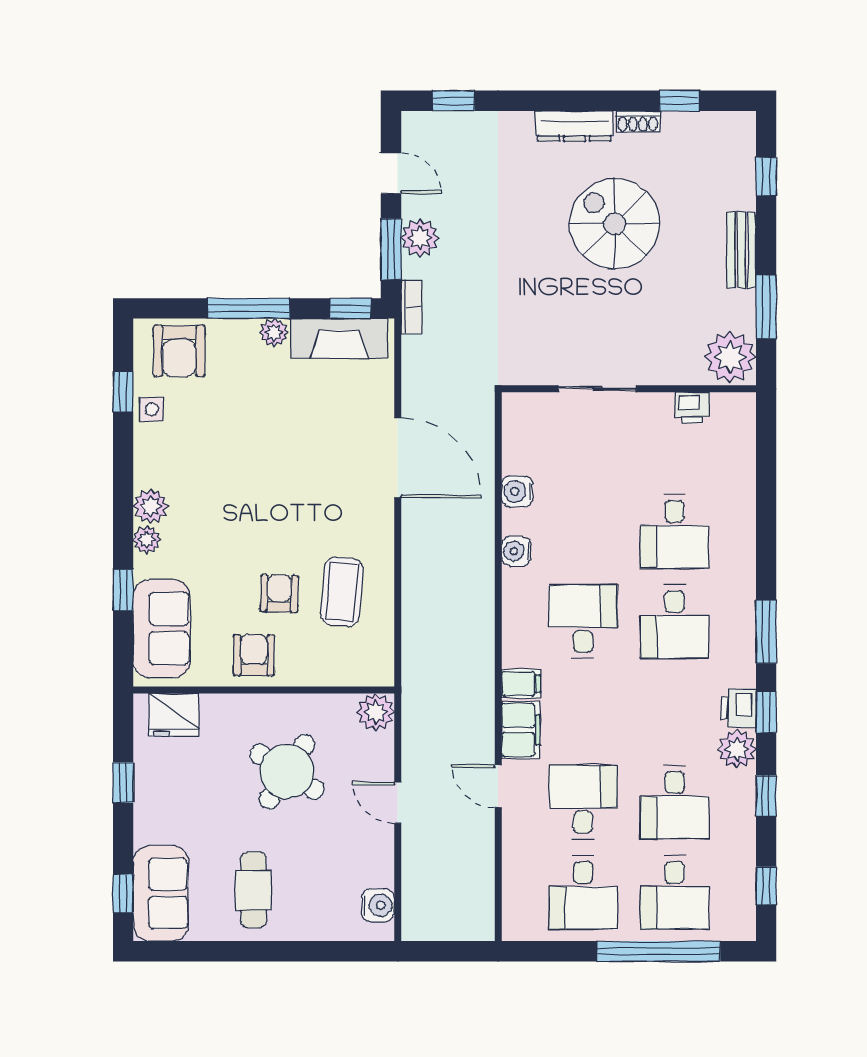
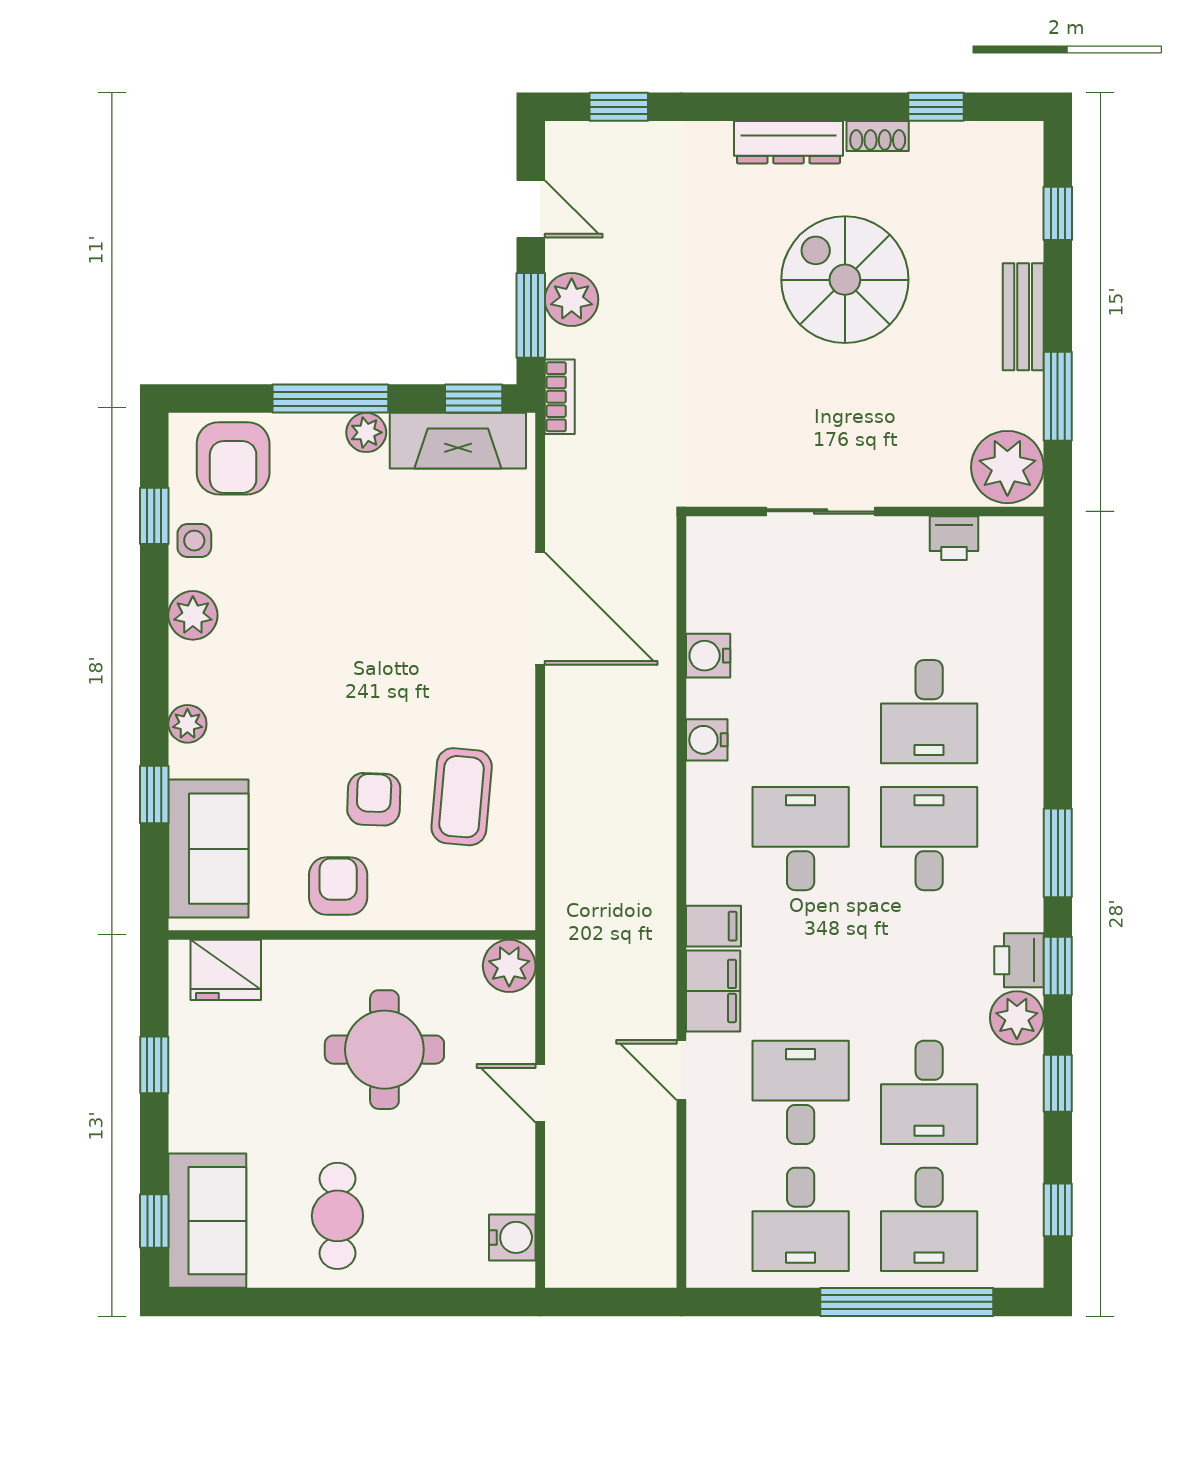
plant: (151, 506) -> (193, 615), moved
desk: (674, 621) -> (929, 839), turned 180
round table: (287, 772) -> (384, 1050), turned -33

